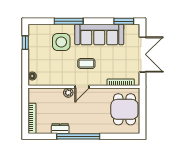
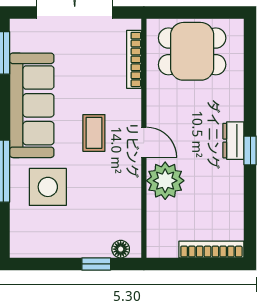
window: (25, 43) -> (96, 264), moved
plant: (68, 93) -> (165, 181), width x1.88, depth x1.88
dresser: (60, 129) -> (233, 141), moved
window: (78, 136) -> (250, 150), width x0.32

